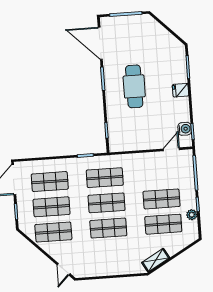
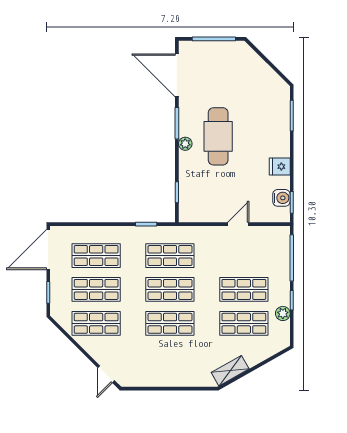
fridge: (181, 90) -> (280, 167), moved
plant: (110, 94) -> (185, 144), added
door: (171, 149) -> (238, 224), moved

